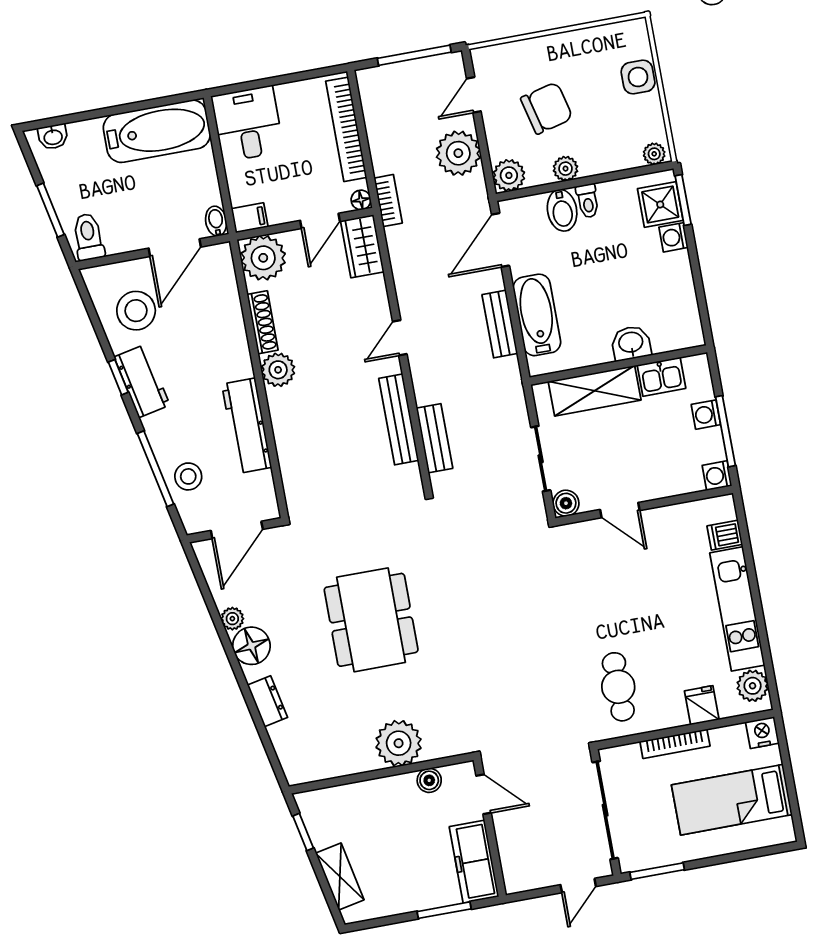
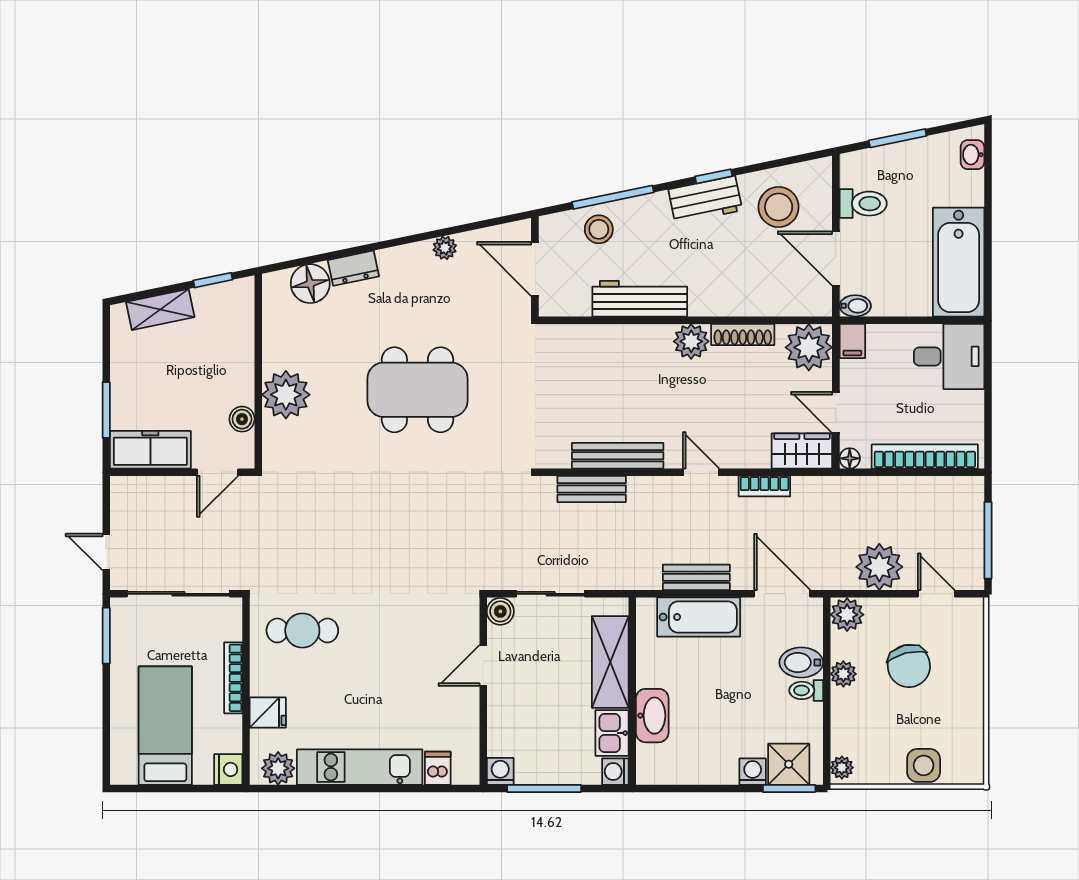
bookcase: (388, 201) -> (764, 486), moved
toilet: (88, 237) -> (863, 204), moved
washbasin: (631, 343) -> (652, 716), width x1.38
washing machine: (706, 415) -> (615, 772), moved, turned -90
floor lamp: (251, 646) -> (310, 284), moved

